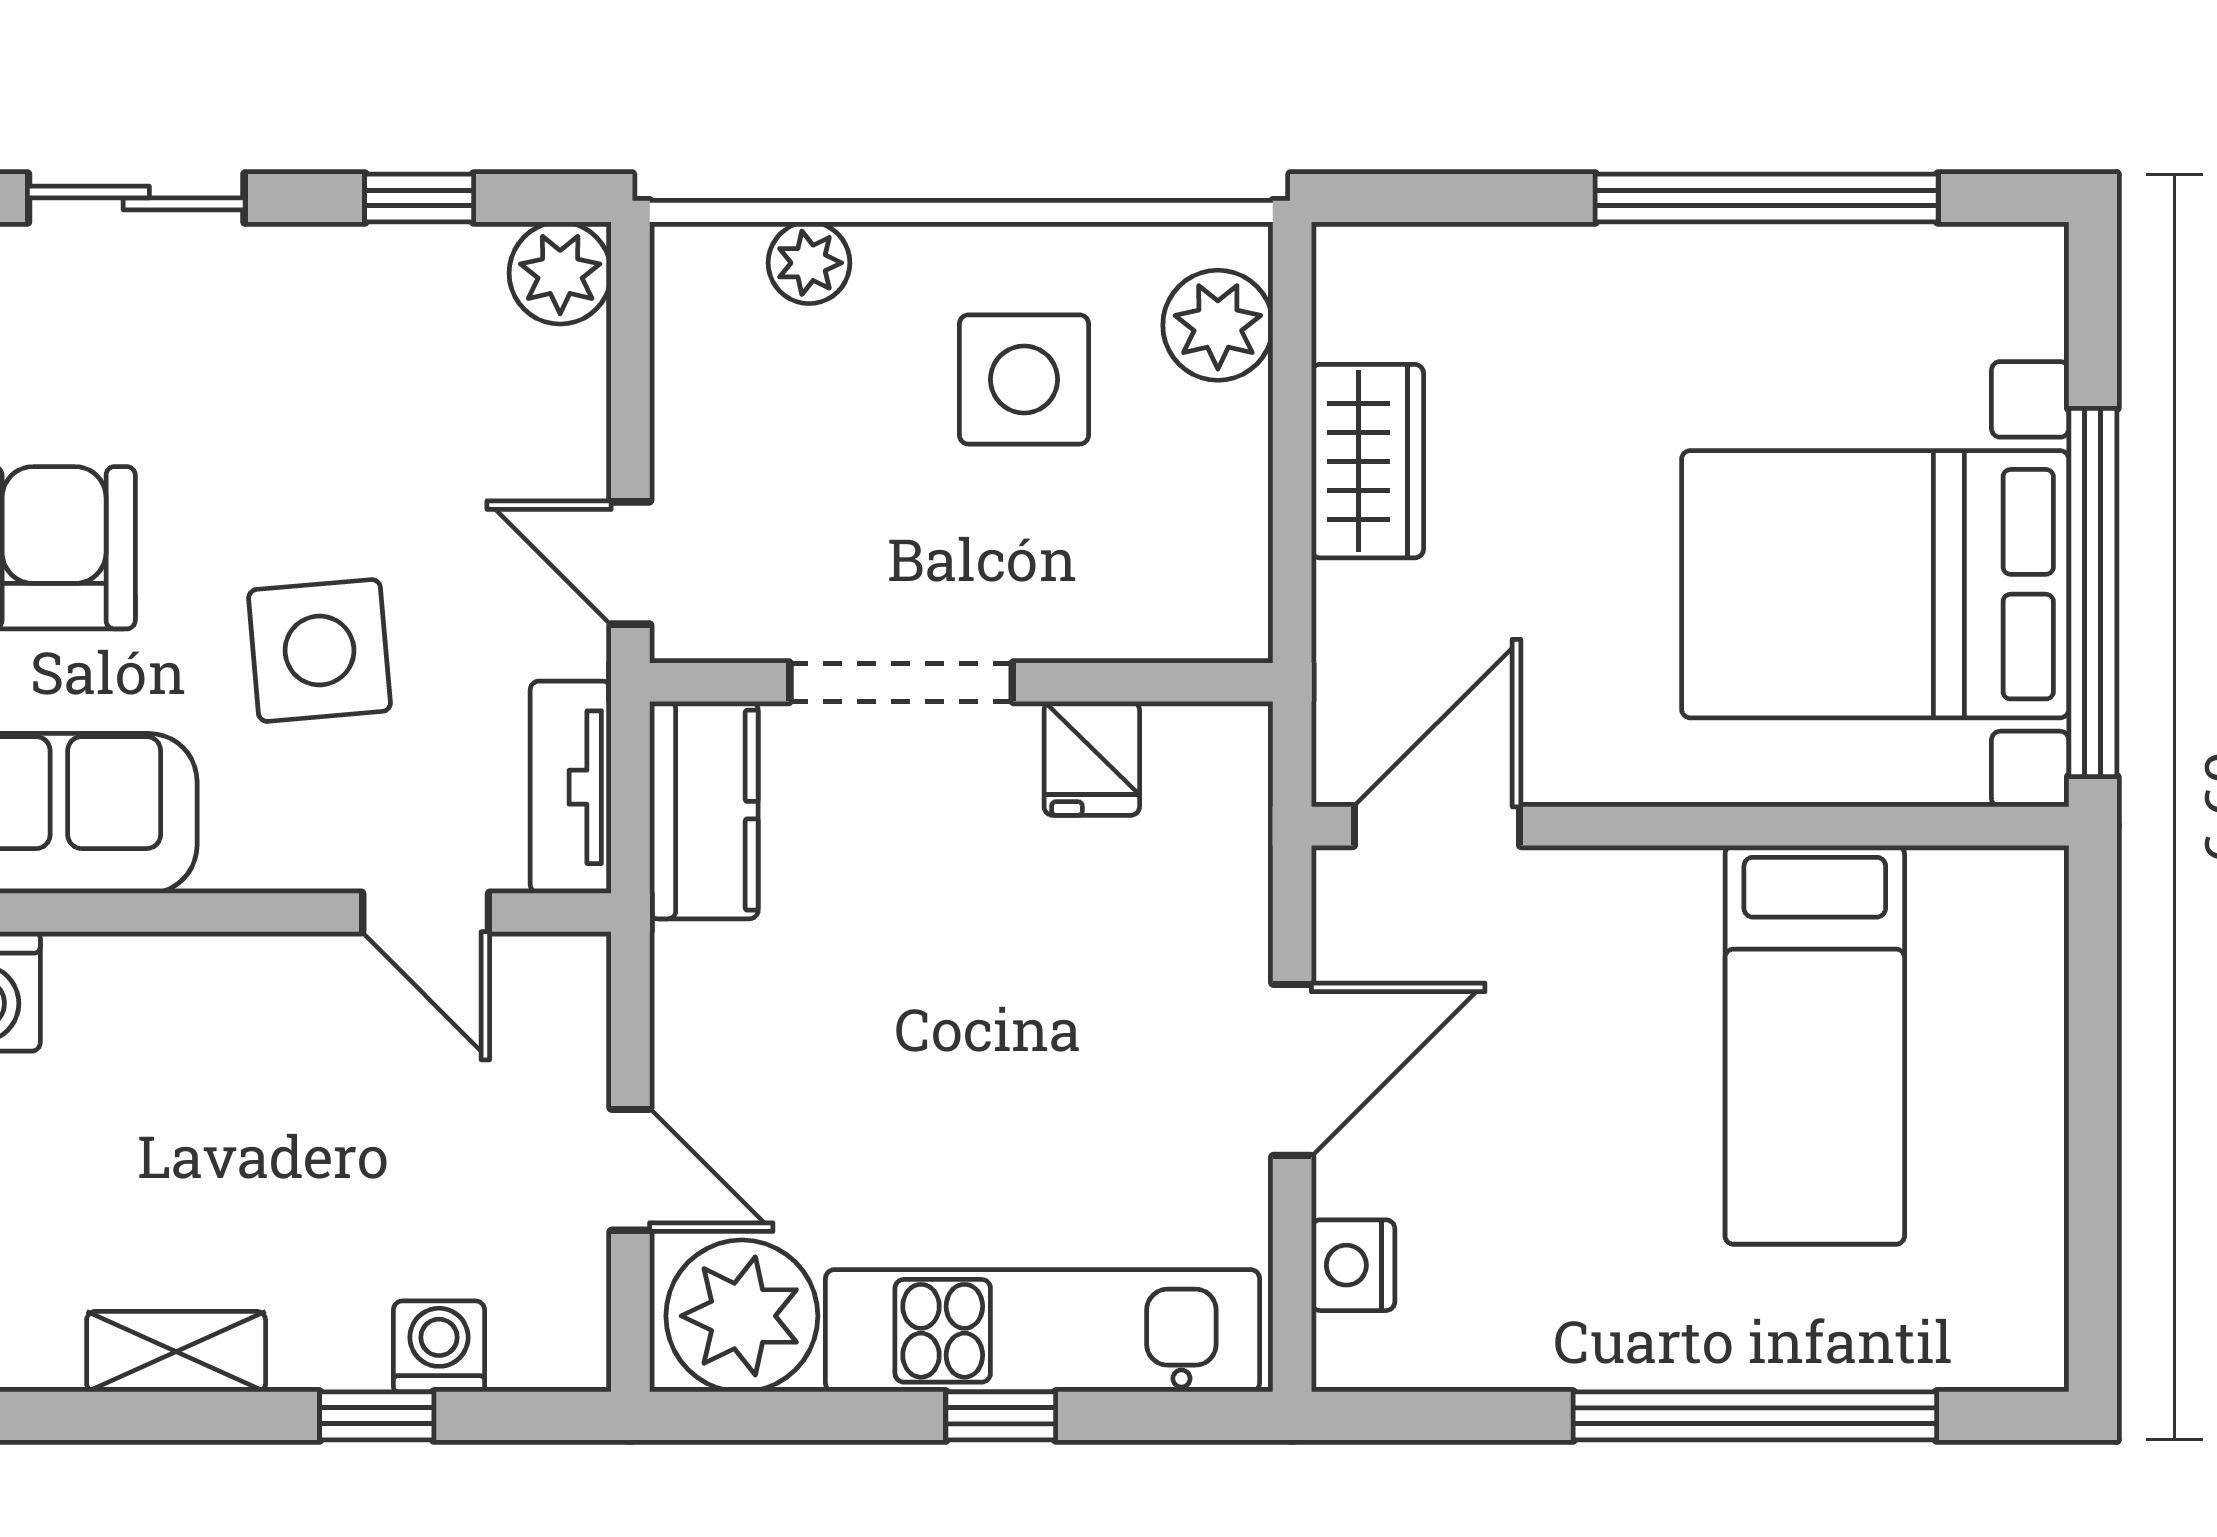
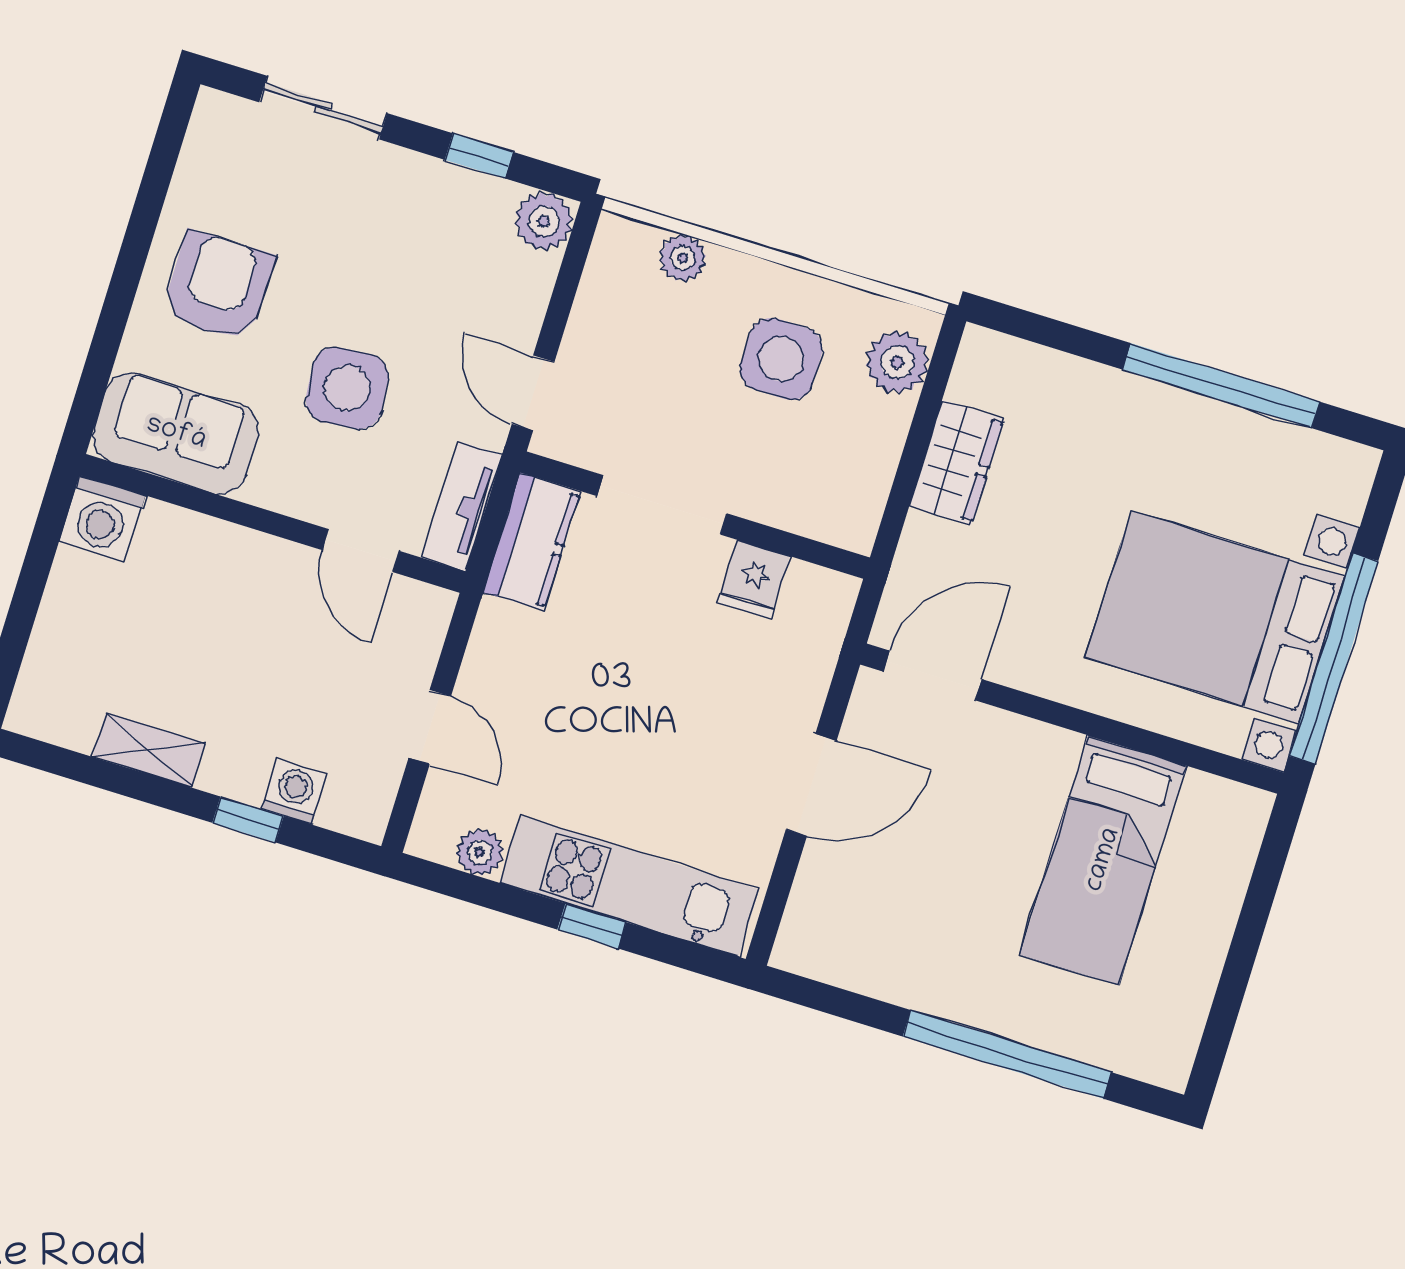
nightstand: (1353, 1265) -> (811, 903), removed
plant: (742, 1316) -> (480, 852), width x0.53, depth x0.53

